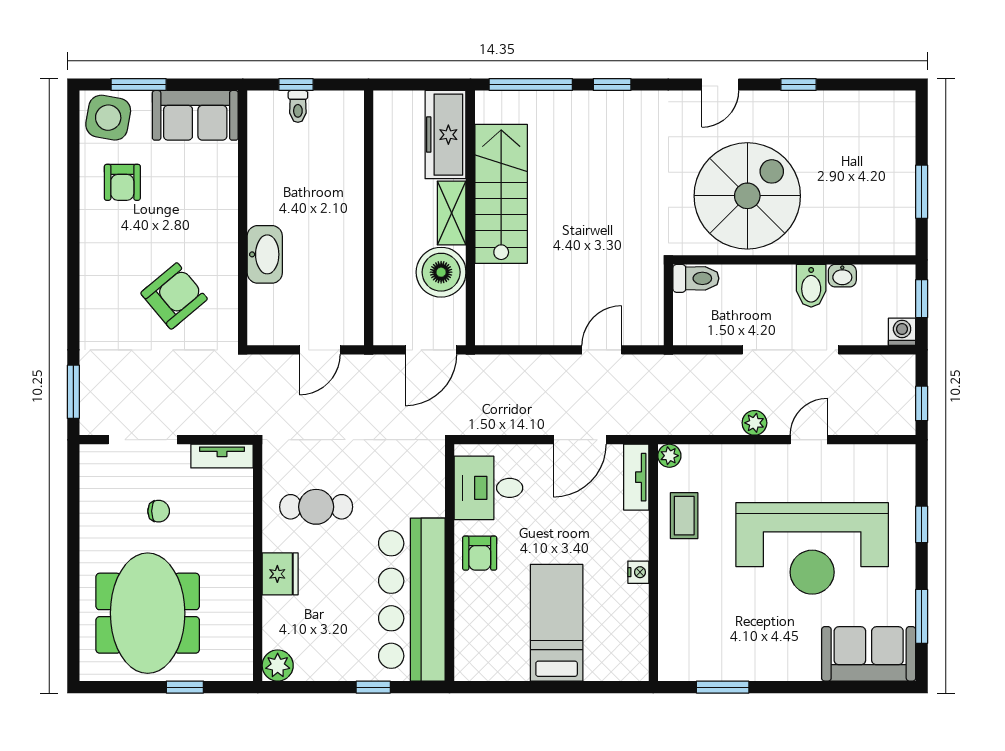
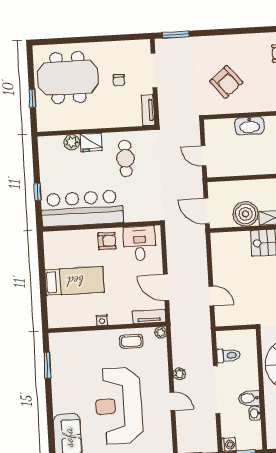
toilet: (696, 278) -> (228, 355), moved, turned -90
armchair: (480, 553) -> (107, 241), turned 180
plant: (278, 665) -> (72, 142), moved

